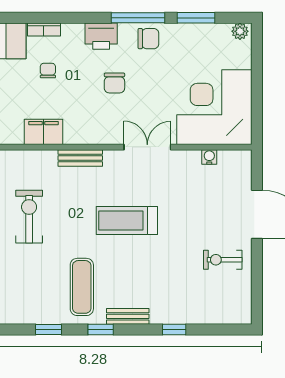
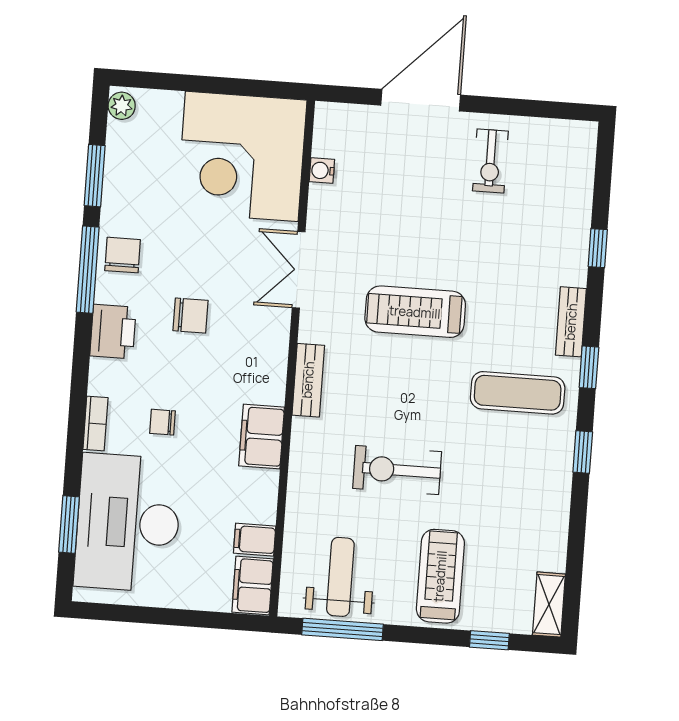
treadmill: (127, 220) -> (415, 312), turned 90

